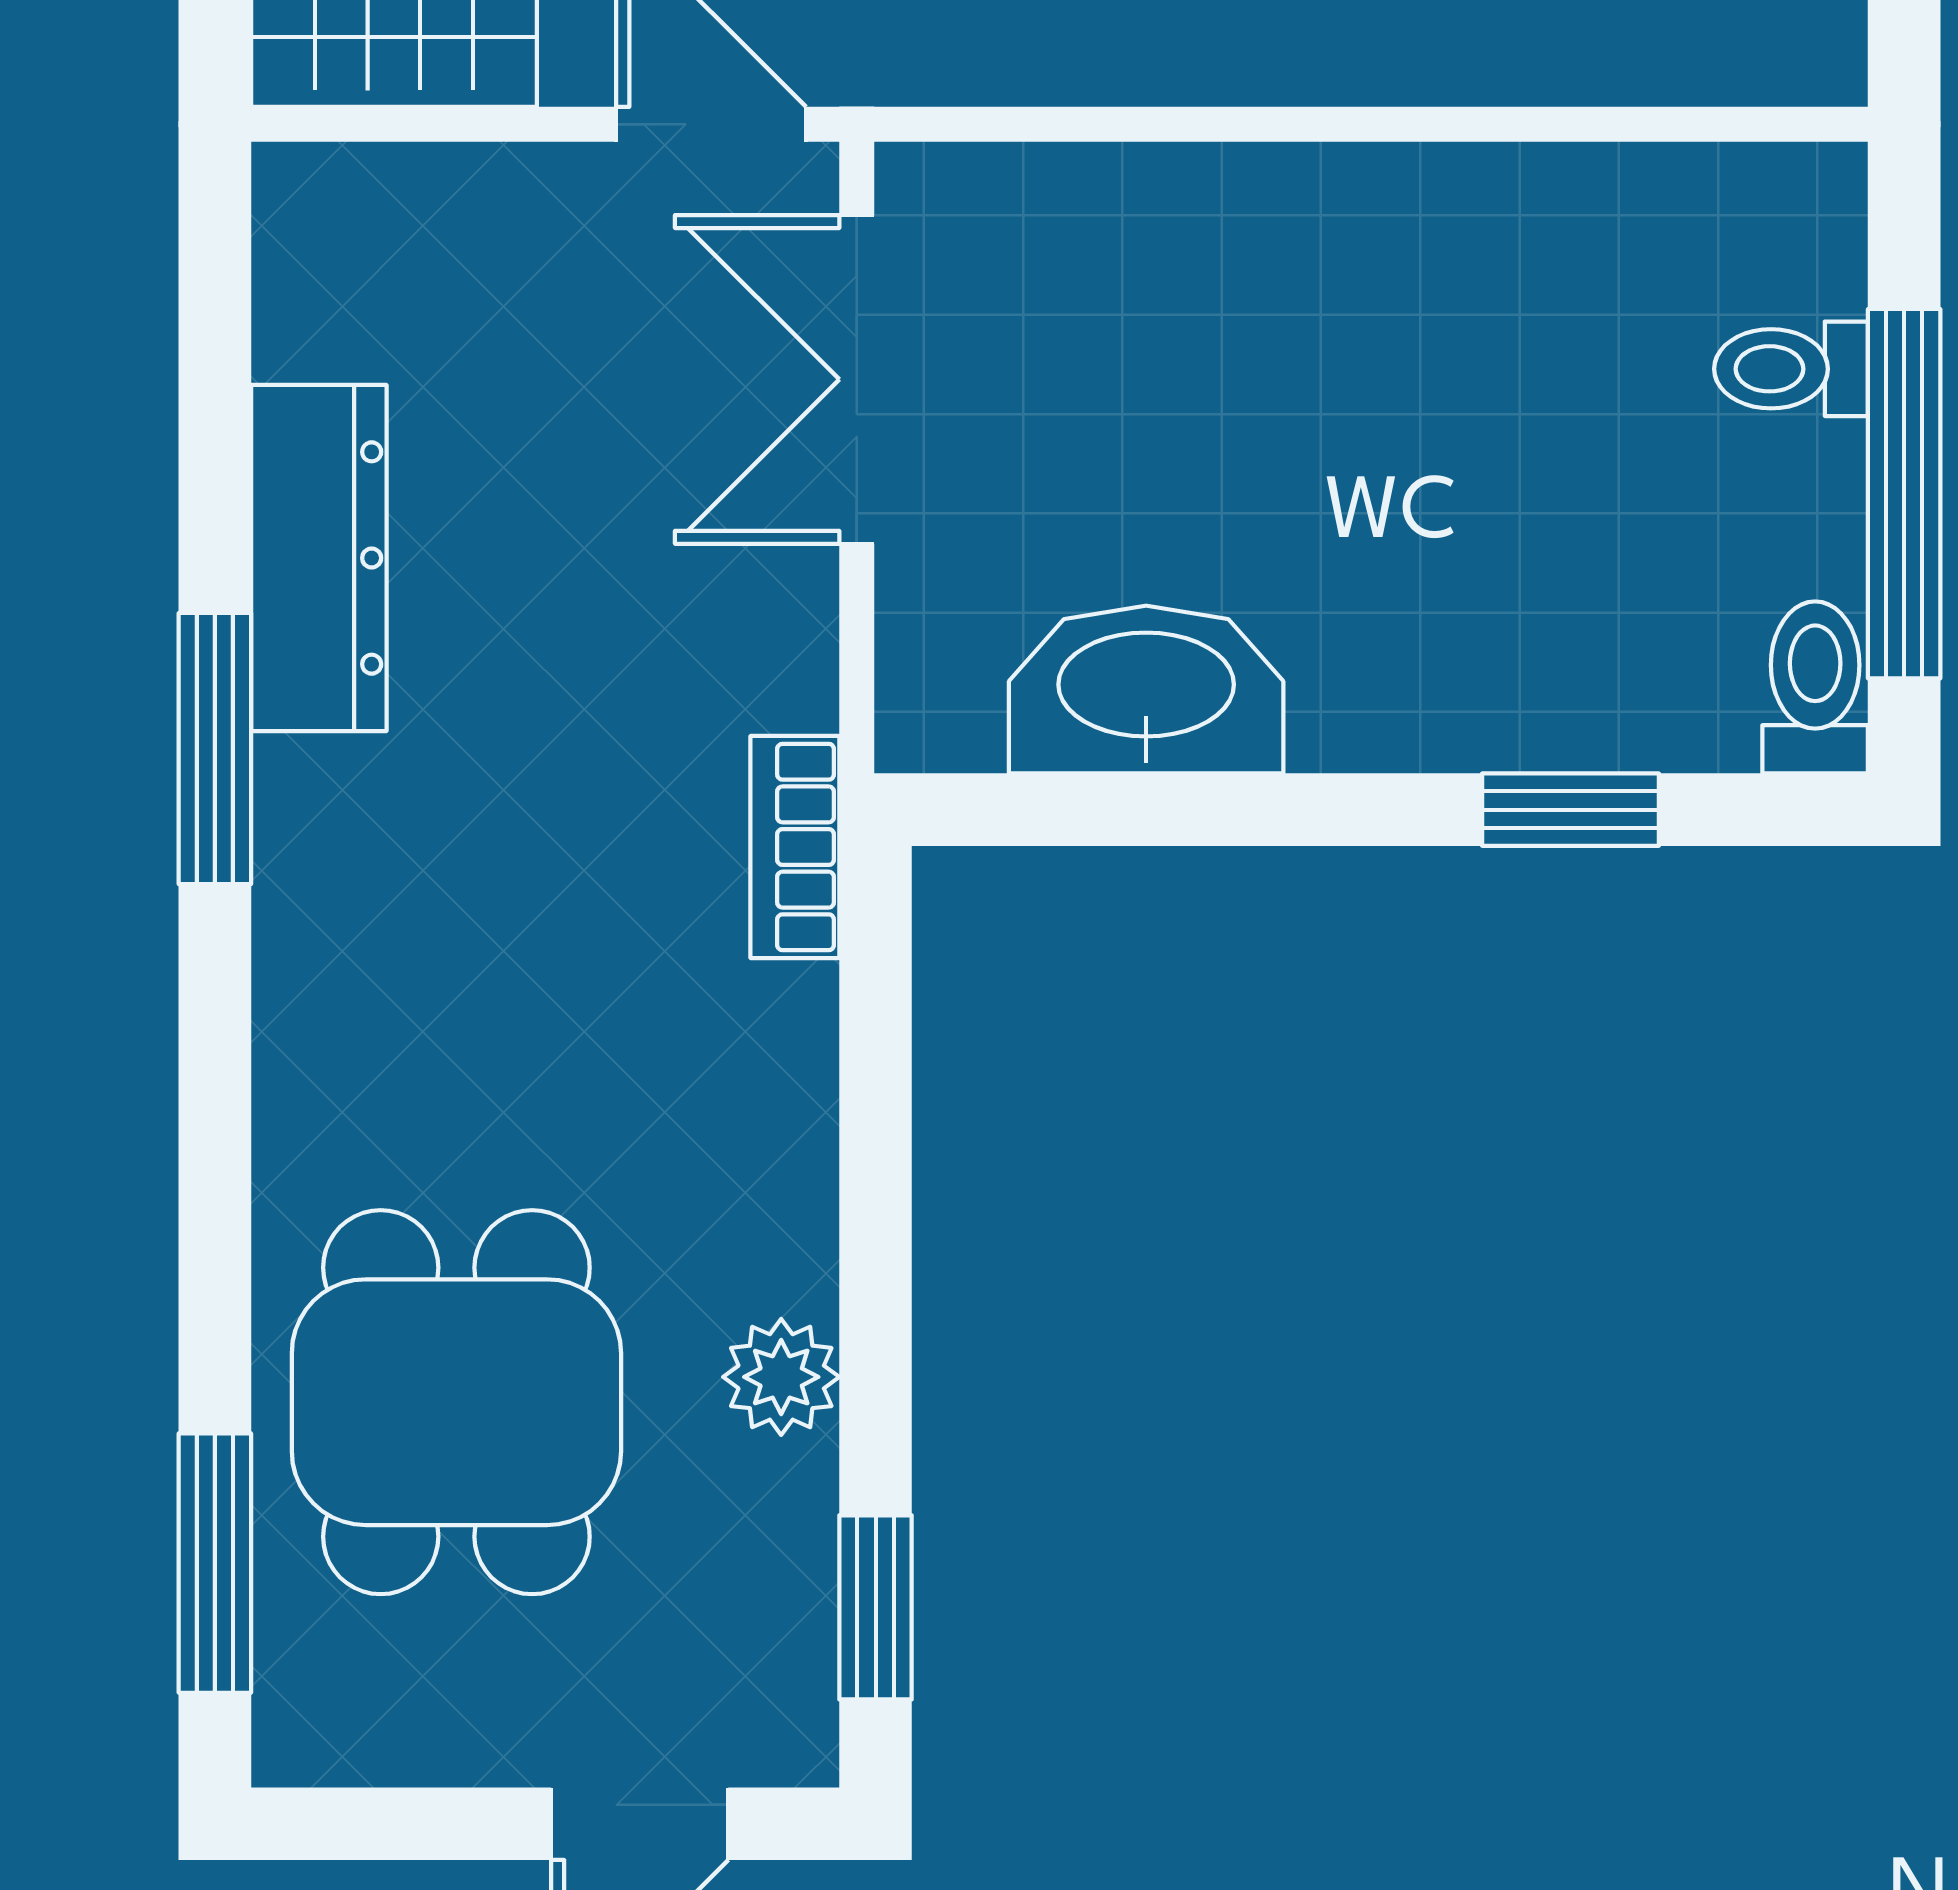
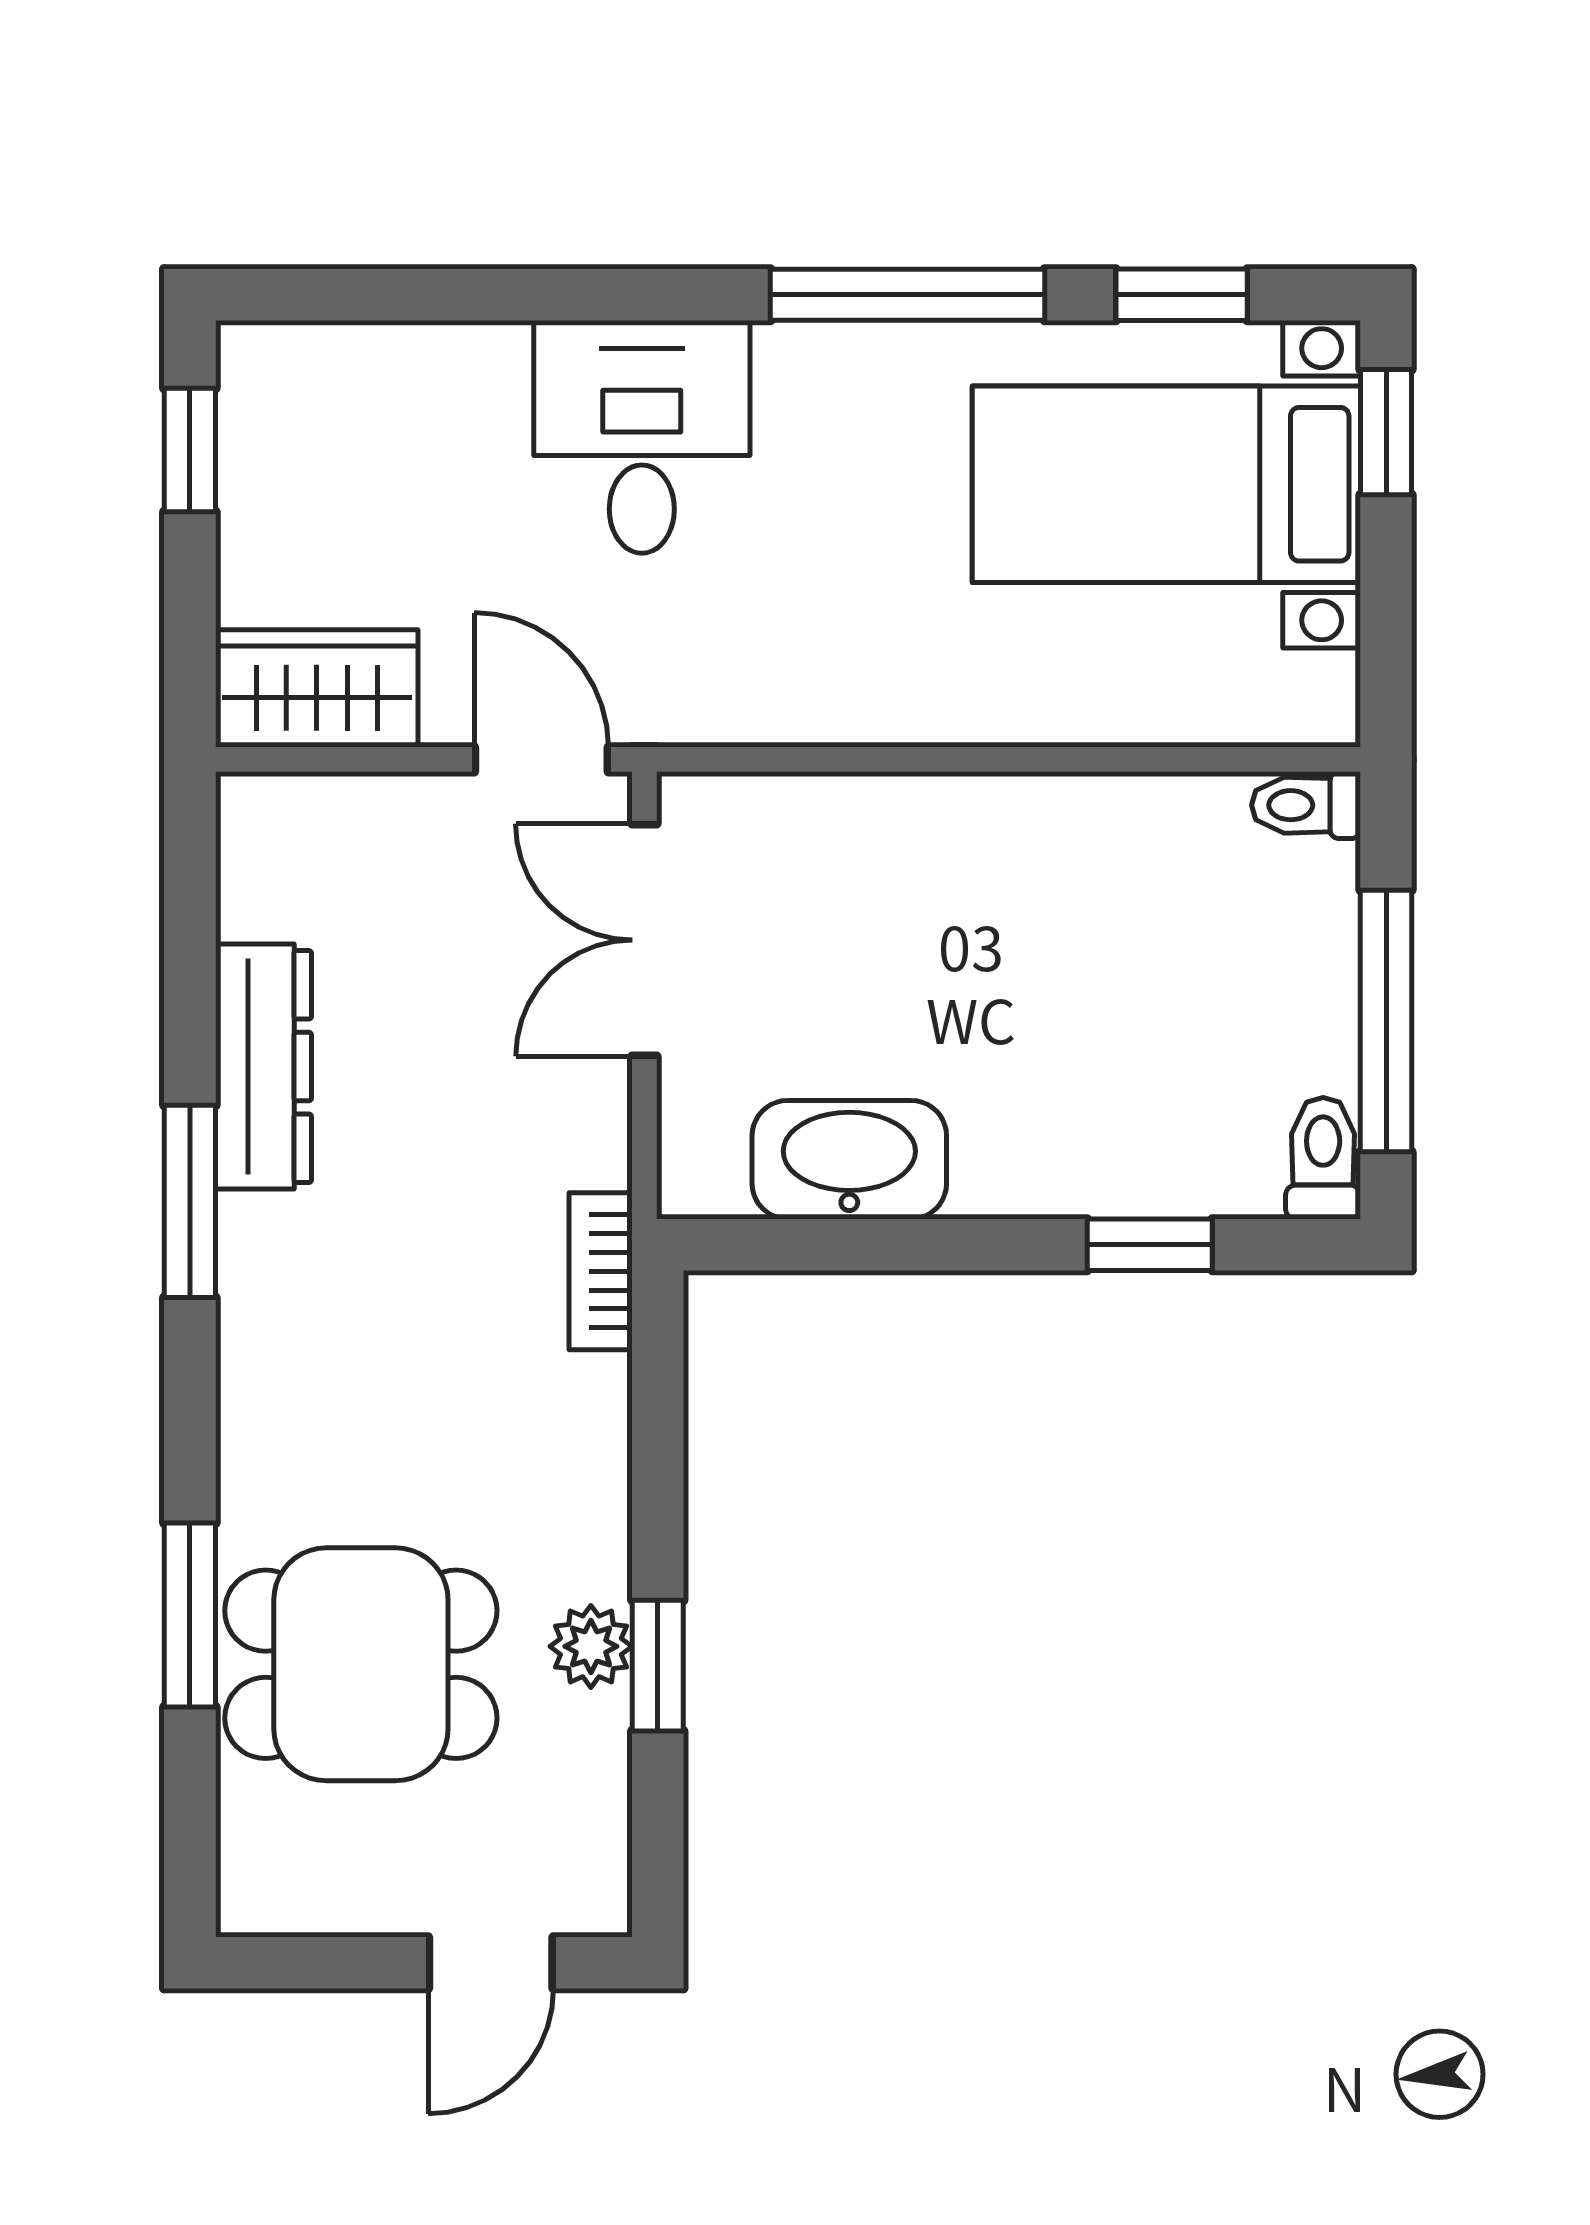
toilet: (1791, 369) -> (1306, 805), moved
dining table: (456, 1402) -> (361, 1664), turned 90
window: (215, 1563) -> (190, 1615), moved
window: (876, 1607) -> (658, 1666), moved

